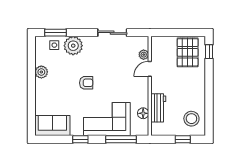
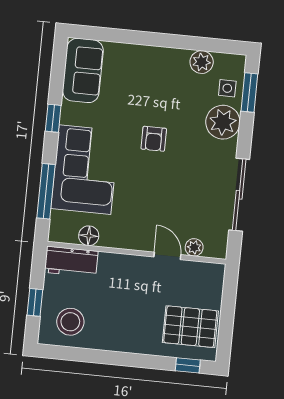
sliding door: (112, 33) -> (239, 195), width x1.37
plant: (41, 72) -> (202, 62), moved
workbench: (158, 108) -> (71, 262), moved

